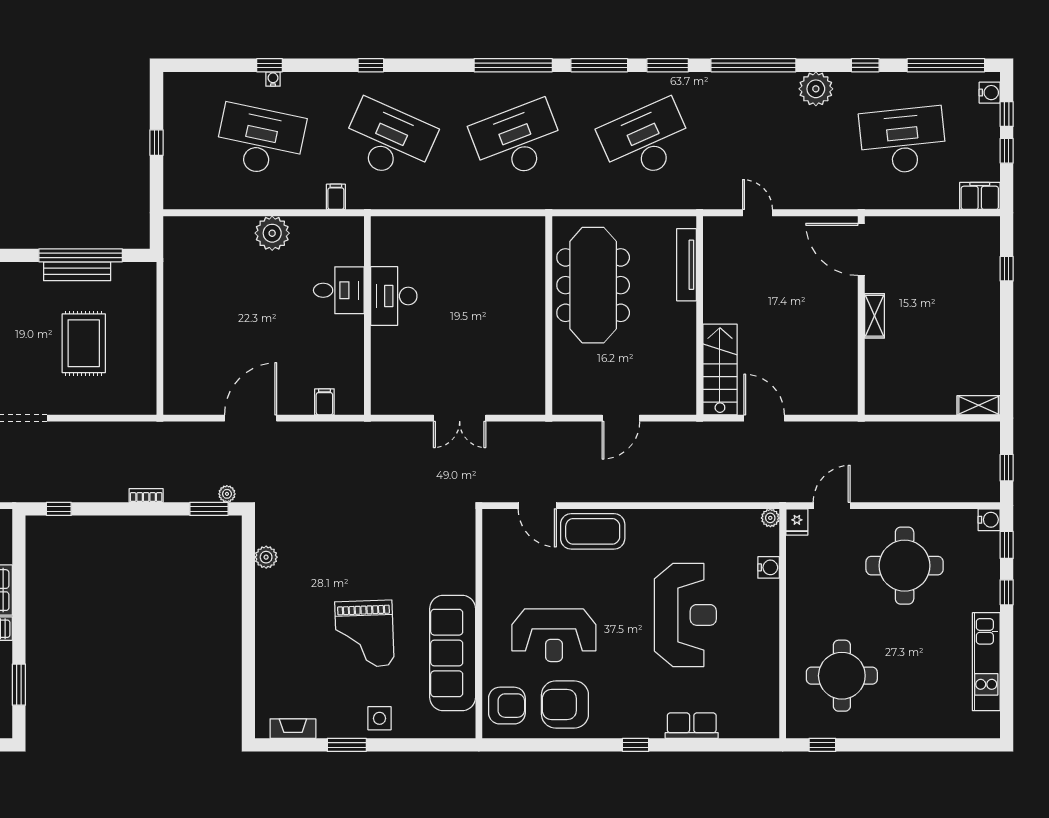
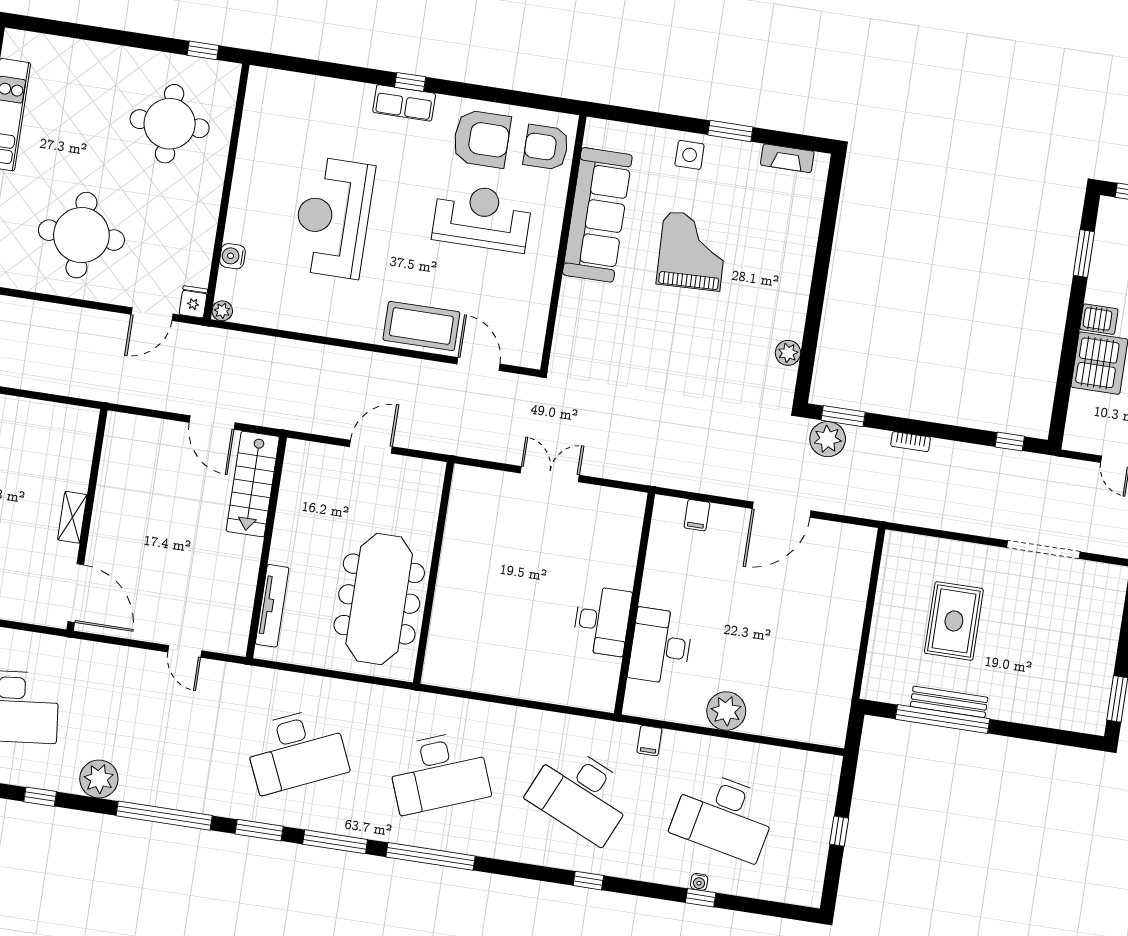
desk: (339, 290) -> (661, 646), width x1.37
plant: (227, 494) -> (828, 439), width x1.87, depth x1.87
row of seats: (692, 726) -> (404, 103), moved

